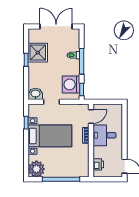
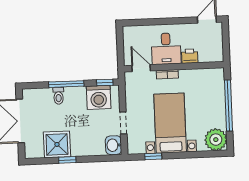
printer: (98, 164) -> (190, 56), moved

